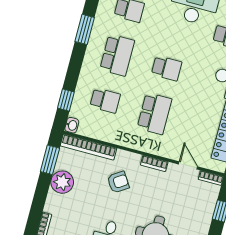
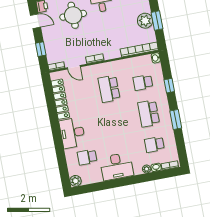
school desk: (167, 68) -> (115, 120), removed
window: (66, 100) -> (169, 86), moved
window: (50, 160) -> (157, 21), moved
armchair: (118, 182) -> (111, 37), removed

